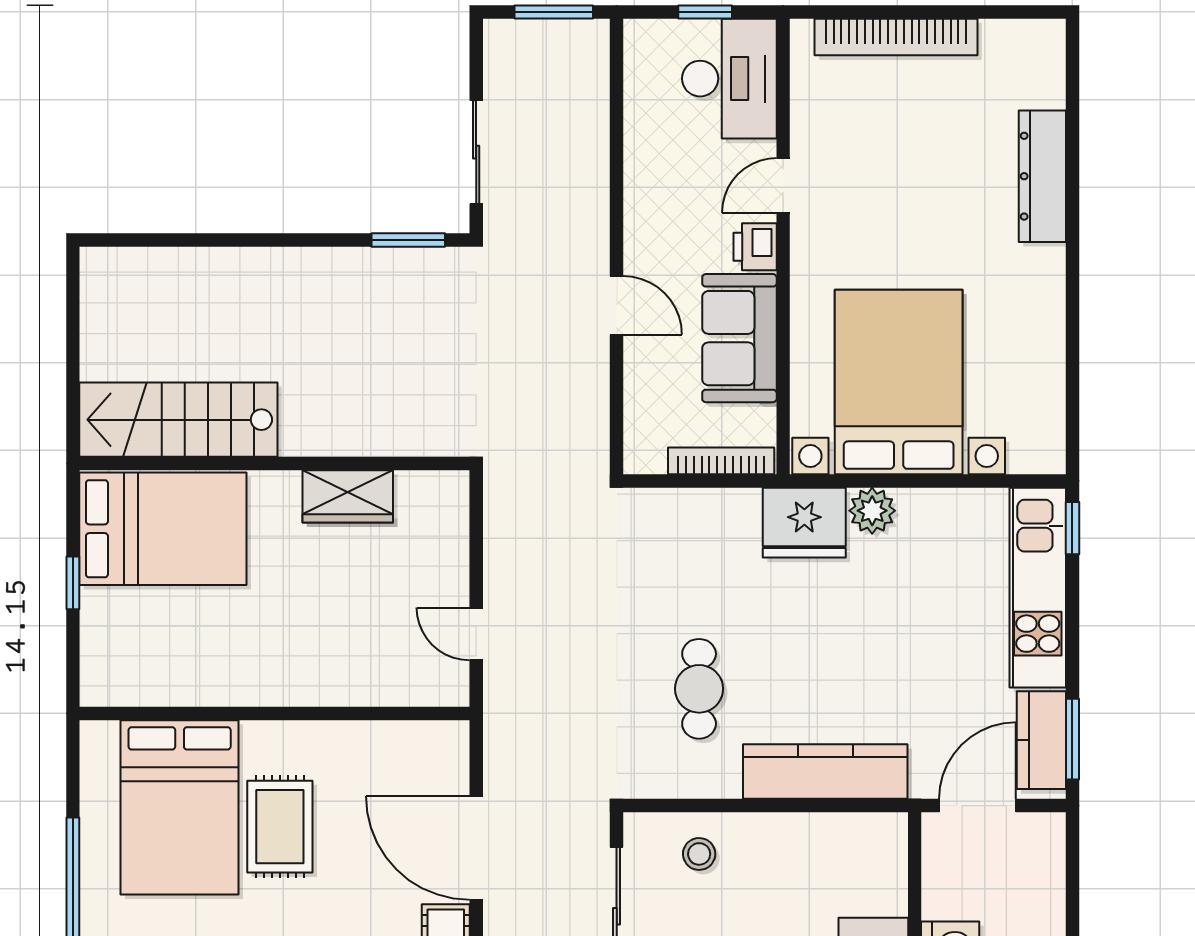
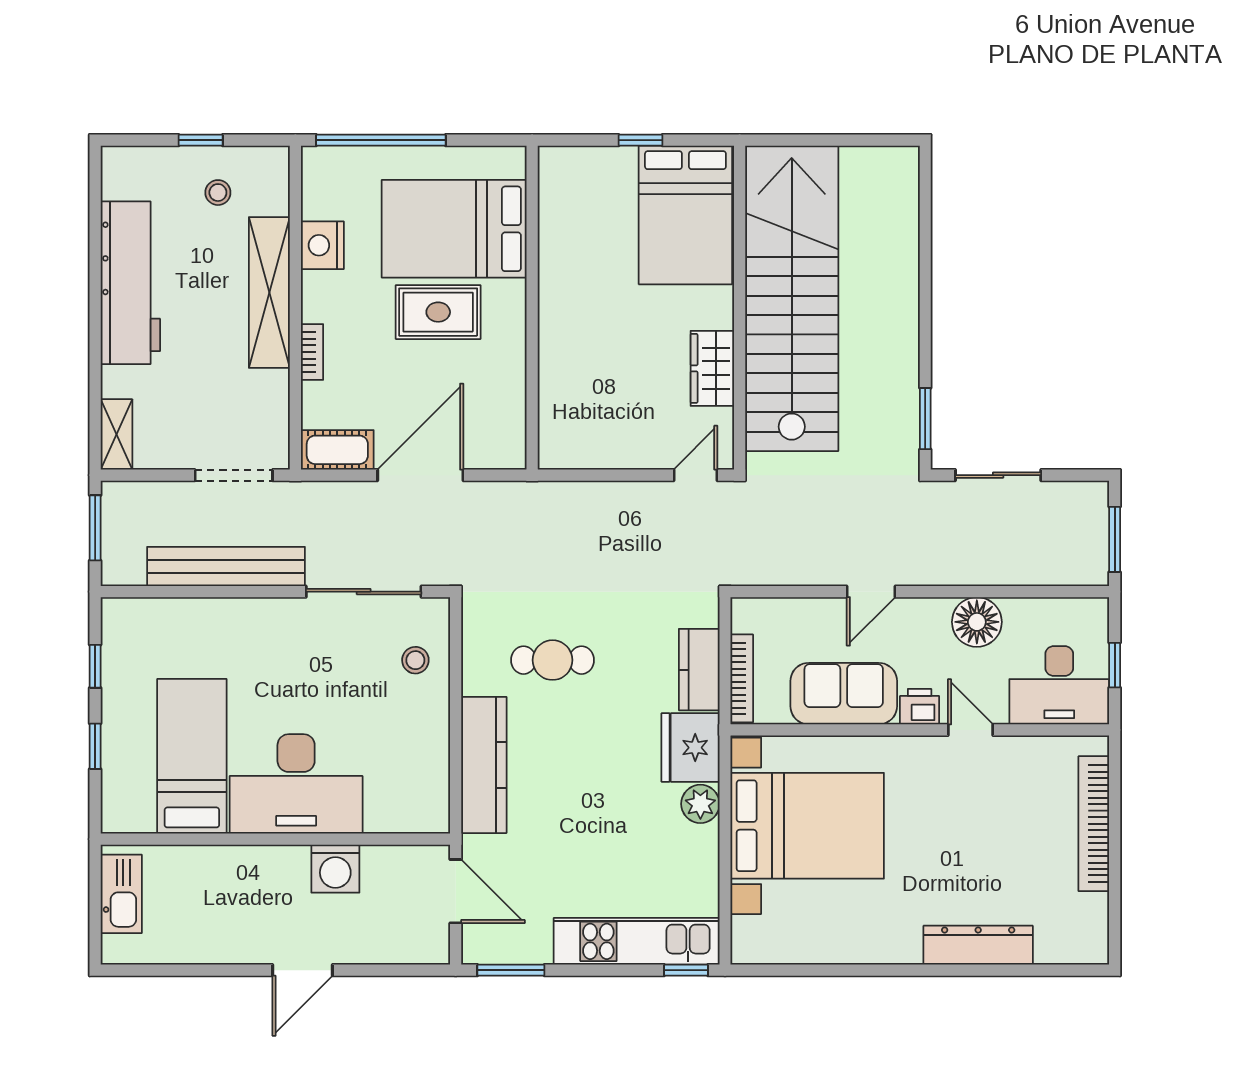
floor lamp: (653, 178) -> (977, 622), added
stairs: (178, 420) -> (792, 298), width x1.86, depth x1.51
door: (476, 634) -> (695, 475), moved
kitchen counter: (1041, 740) -> (699, 670), moved, turned -90

